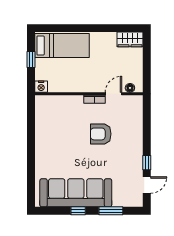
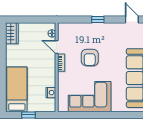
nightstand: (41, 87) -> (51, 93), moved
corner sofa: (53, 134) -> (90, 97), added
window: (147, 163) -> (98, 20), moved

